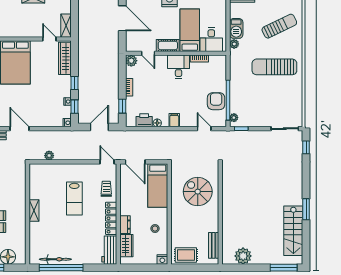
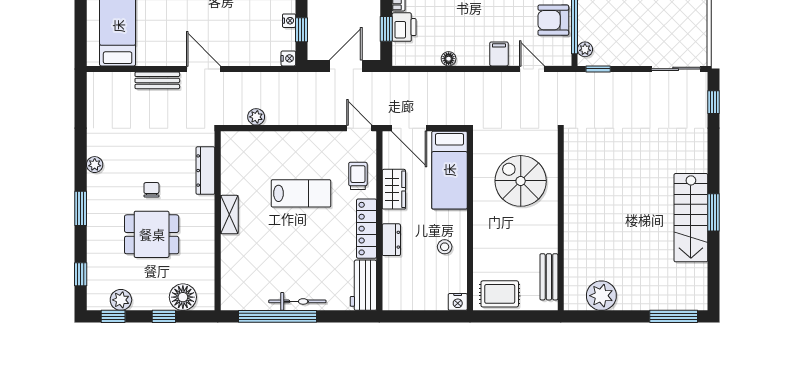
armchair: (216, 101) -> (553, 20), turned -90
printer: (144, 120) -> (404, 27), moved, turned 90
filing cabinet: (174, 120) -> (499, 54), moved
dresser: (21, 186) -> (205, 171), added
lab bench: (74, 199) -> (301, 193), turned -90
stairs: (293, 231) -> (691, 218), moved
wardrobe: (126, 246) -> (394, 189), moved
bicycle: (55, 259) -> (297, 301), moved

